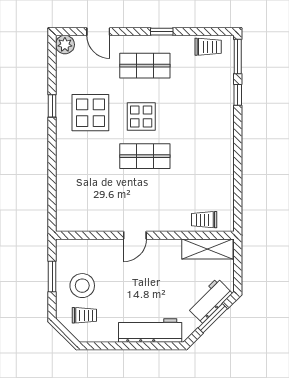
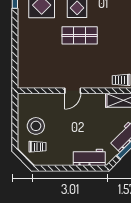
window: (52, 276) -> (15, 120), removed
workbench: (150, 331) -> (89, 157), width x0.73

